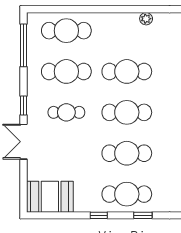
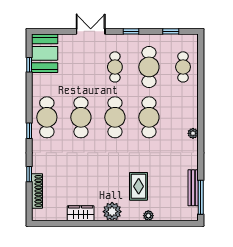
cafe table: (66, 31) -> (183, 67), width x0.73, depth x0.74
window: (24, 45) -> (171, 31), width x0.46
window: (24, 105) -> (131, 31), moved
window: (99, 215) -> (29, 65), moved

